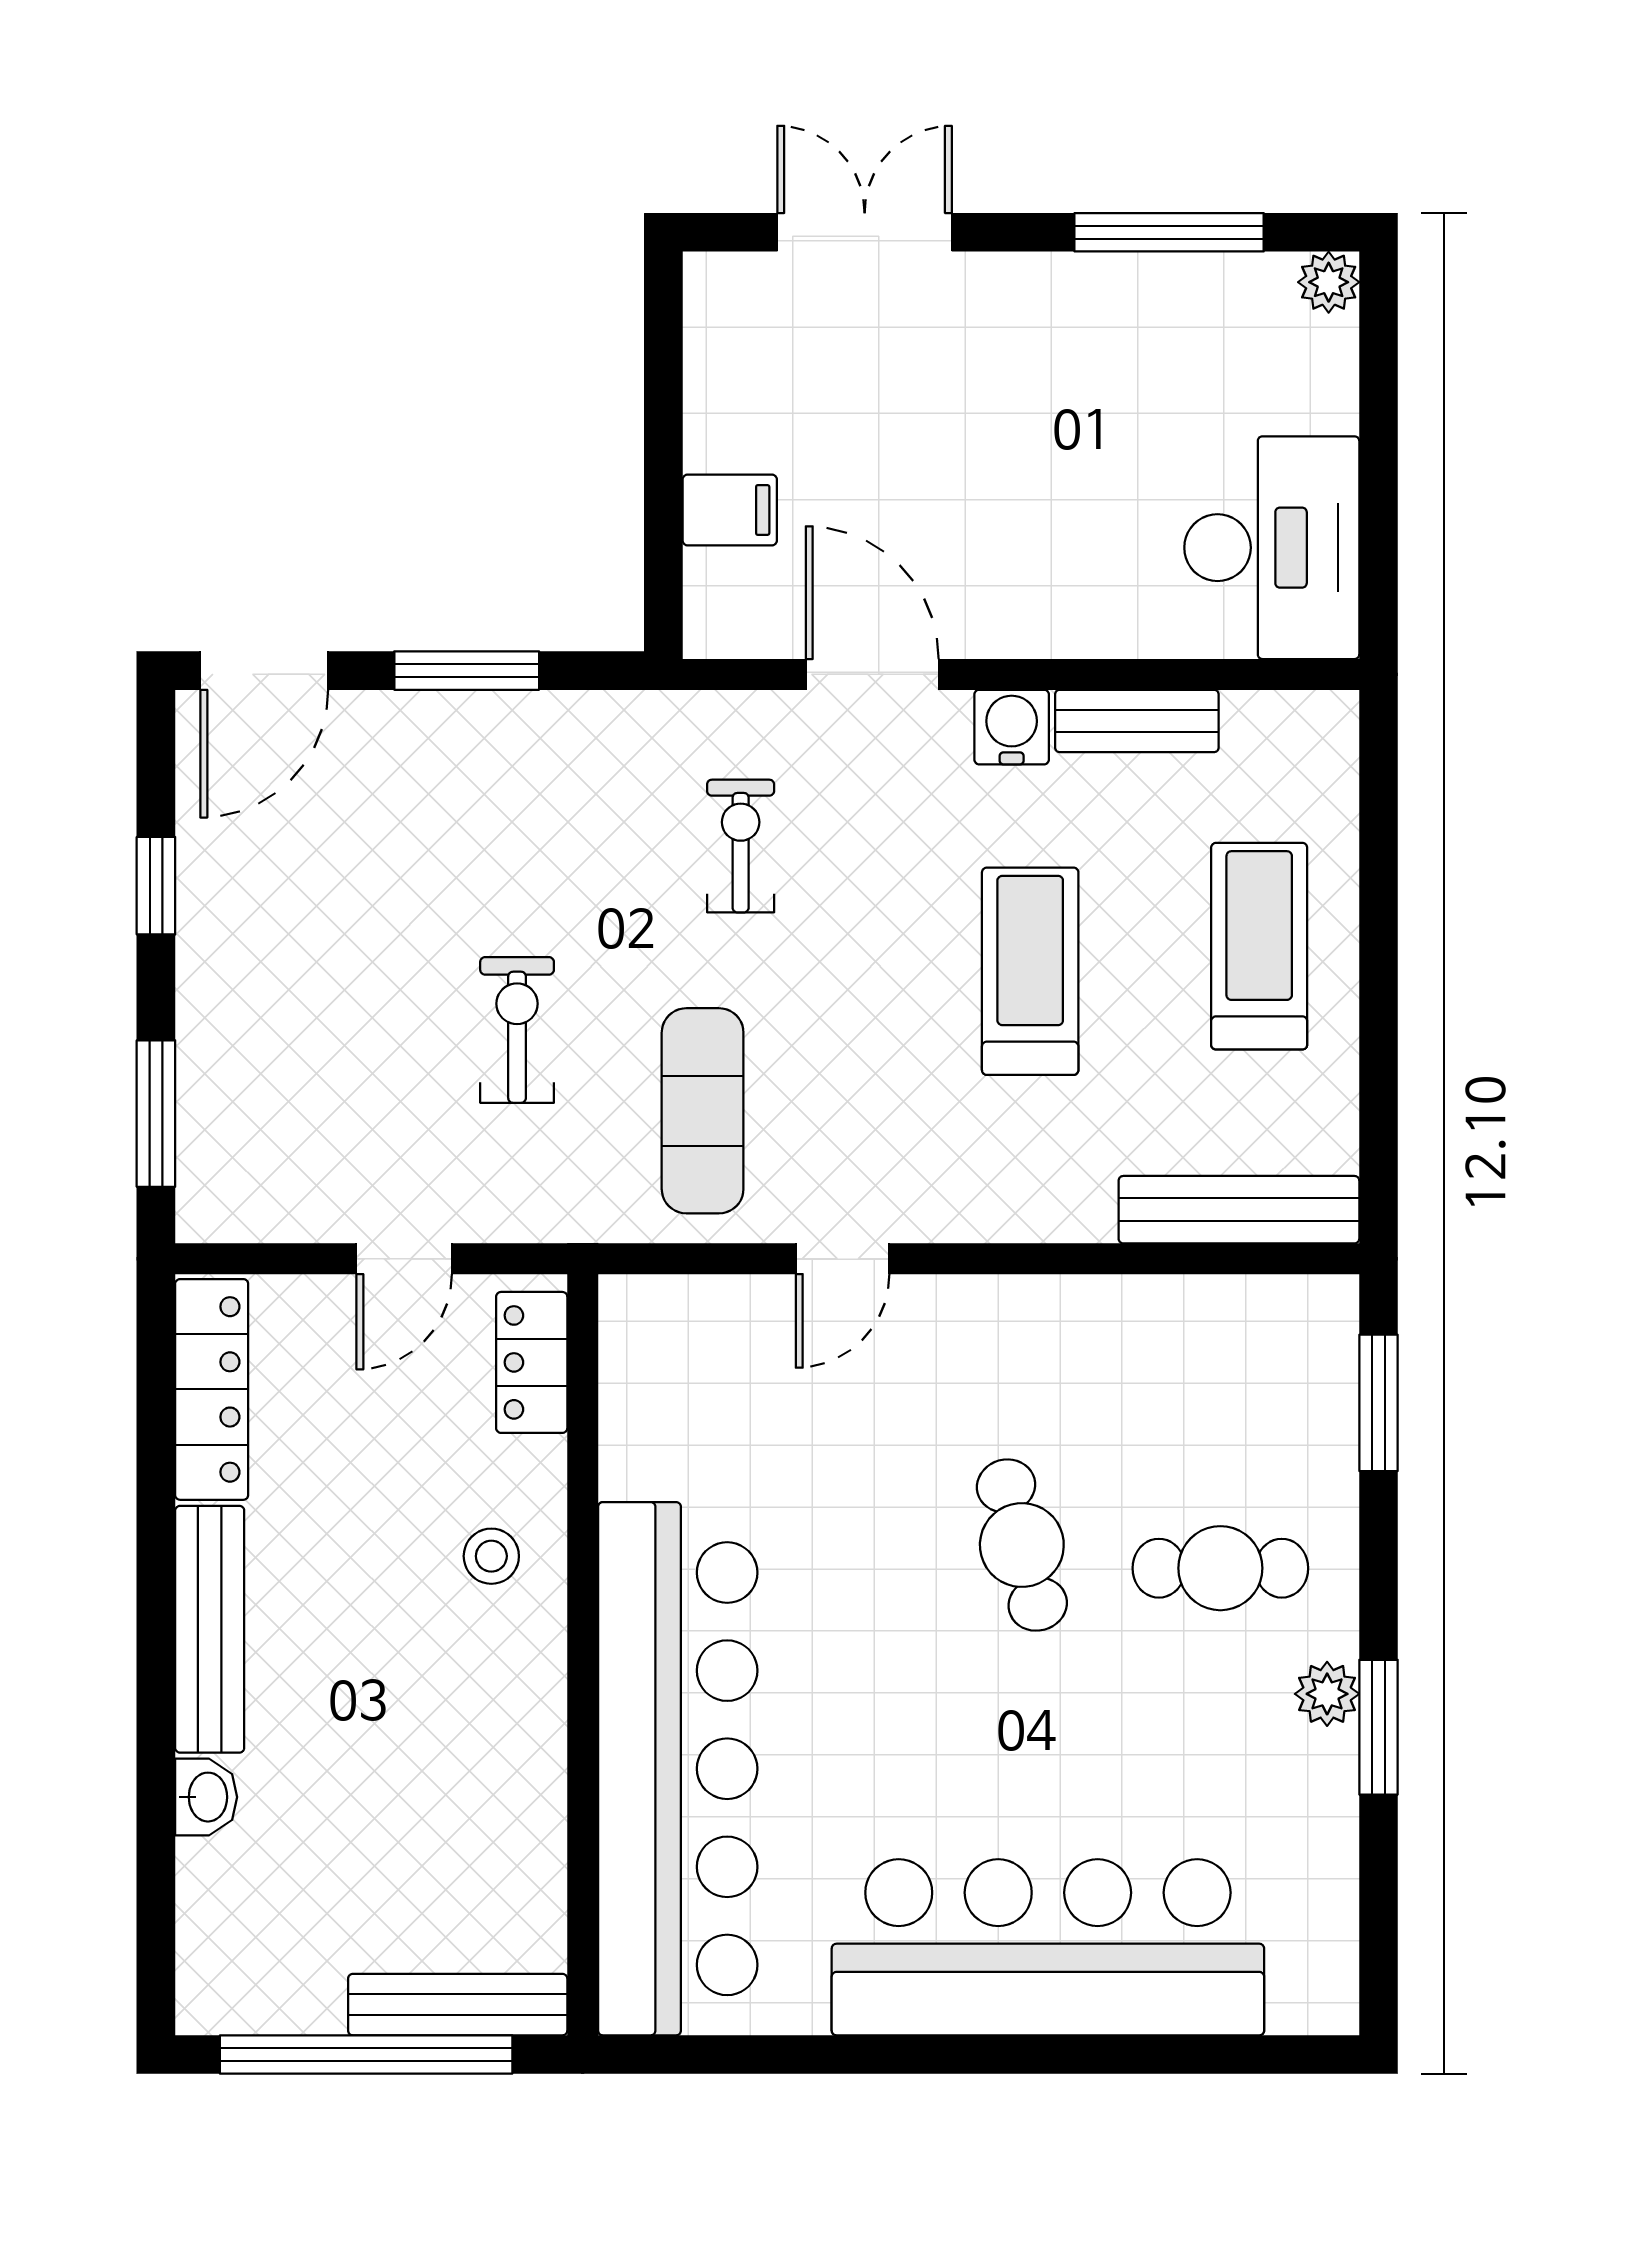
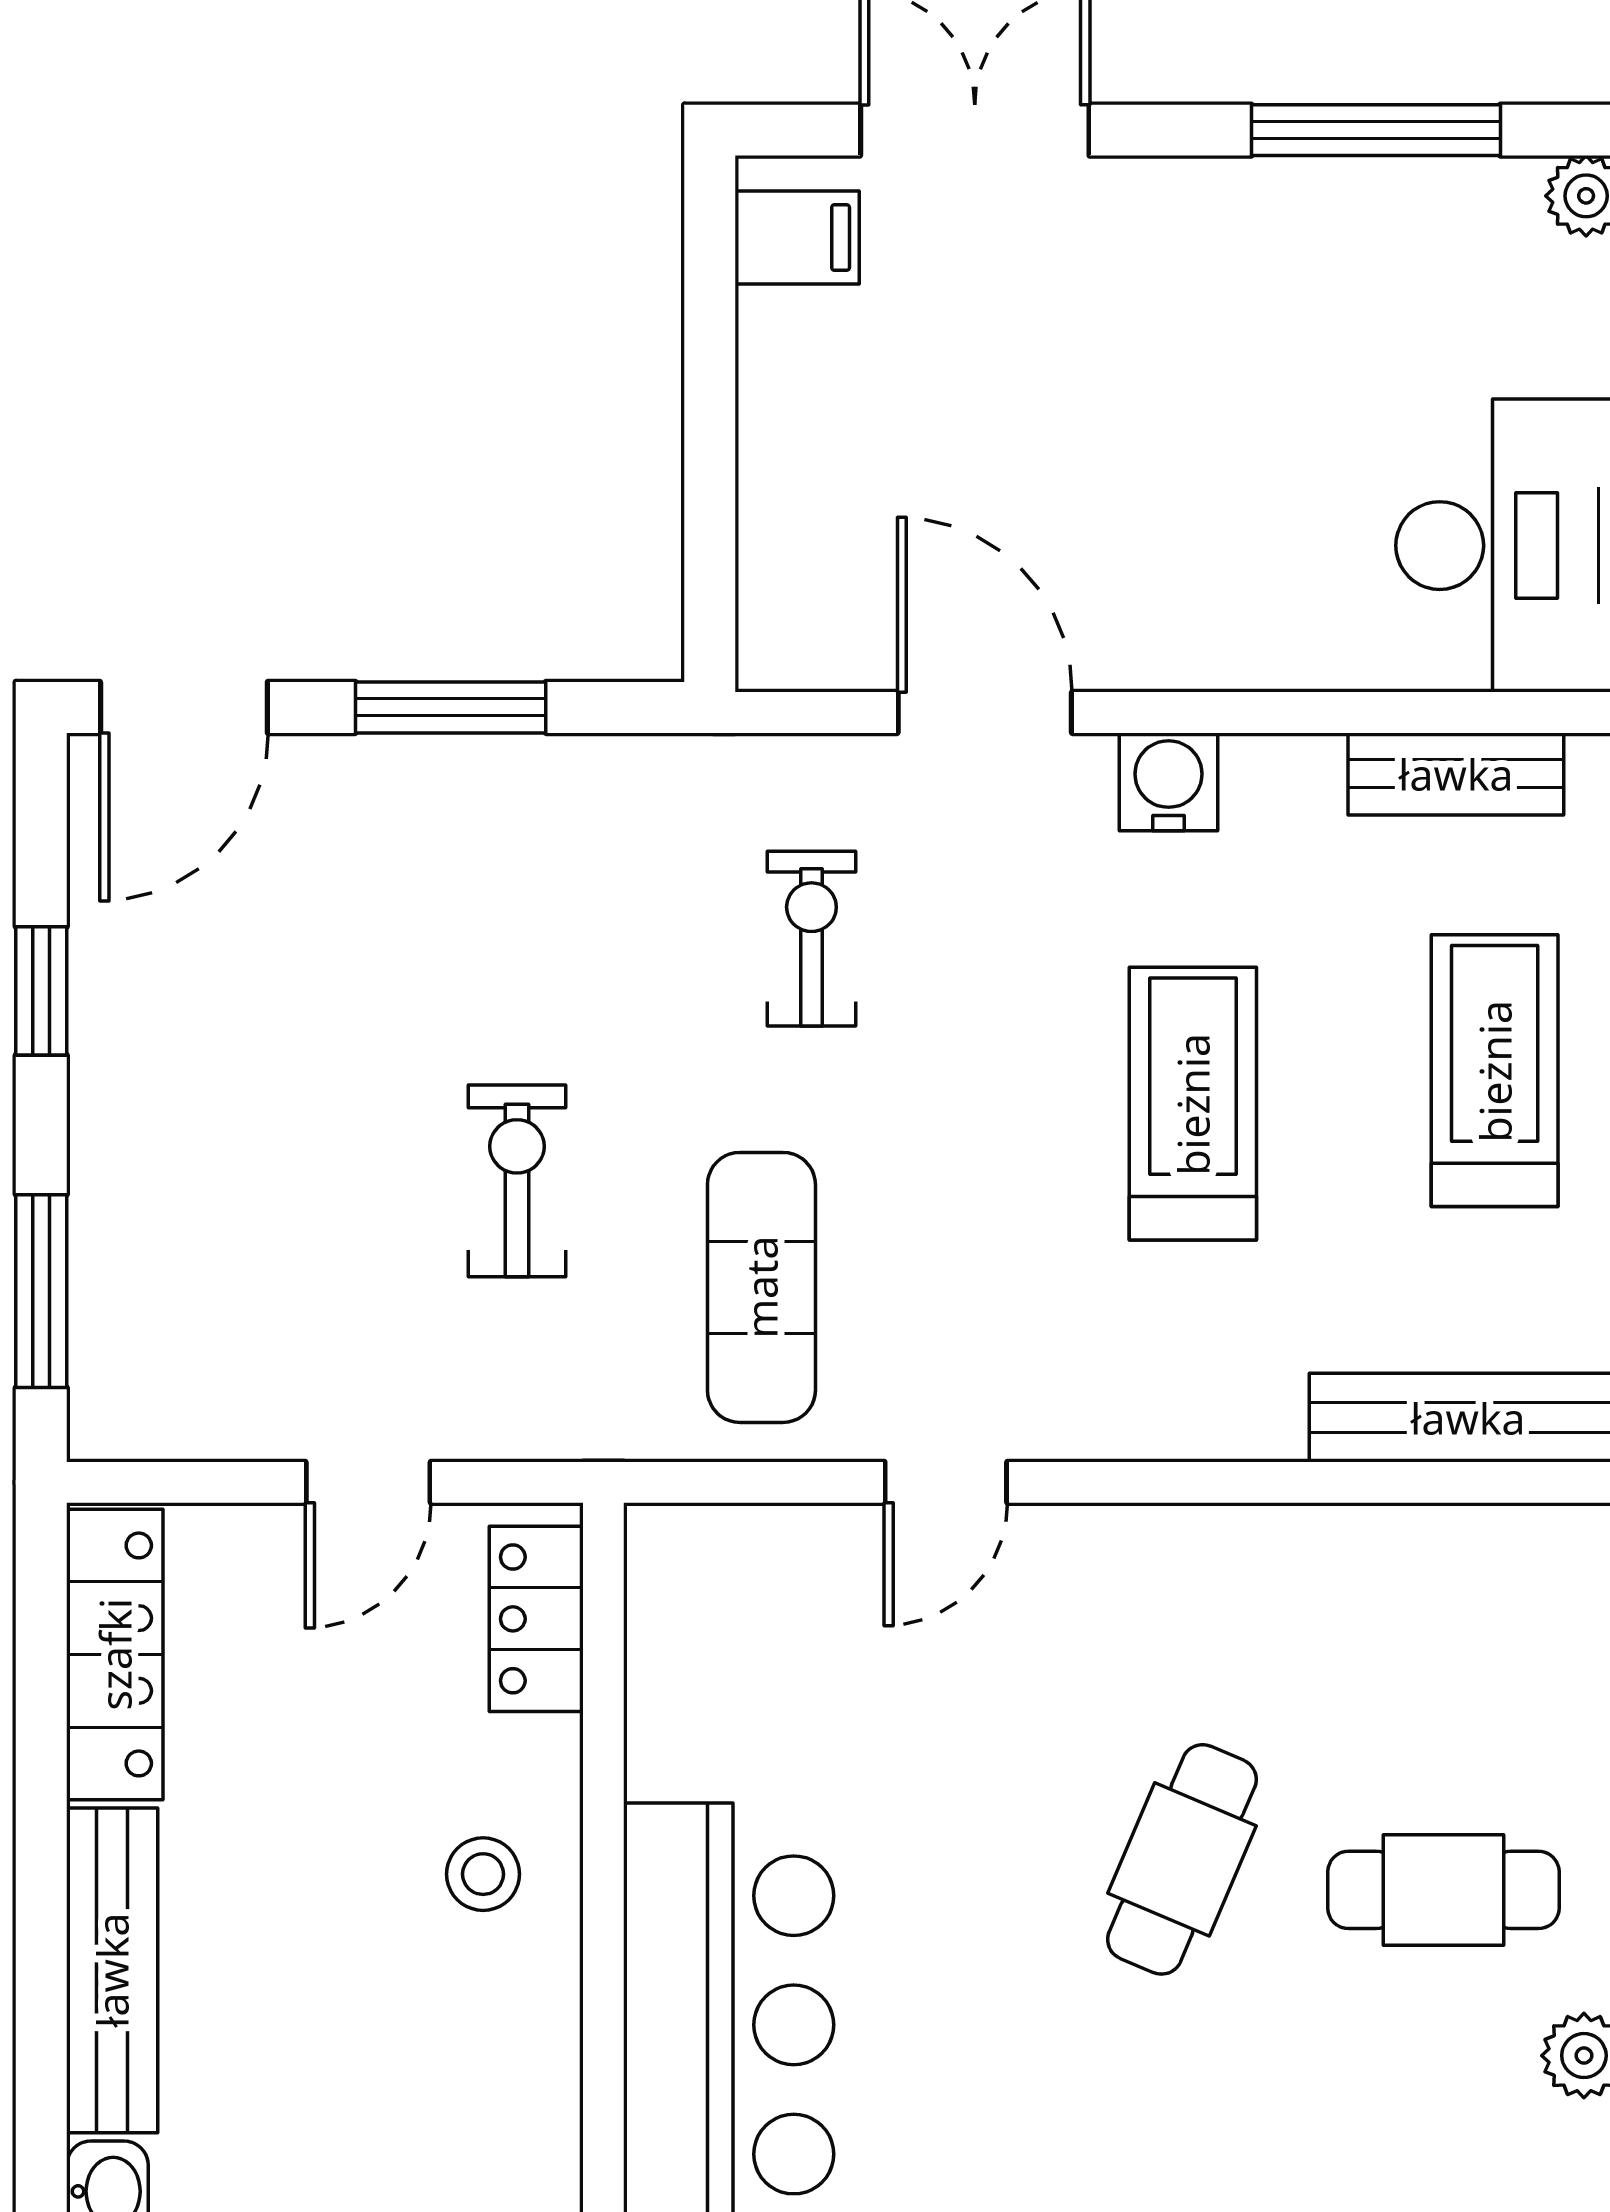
filing cabinet: (730, 510) -> (797, 238), moved
bench: (1137, 721) -> (1456, 774), moved
cafe table: (1022, 1545) -> (1182, 1859), turned 38

